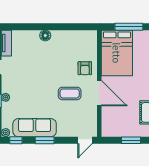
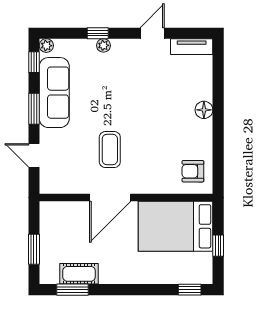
window: (129, 27) -> (218, 246), width x0.46
armchair: (85, 68) -> (193, 171), moved
door: (85, 140) -> (34, 155), moved

